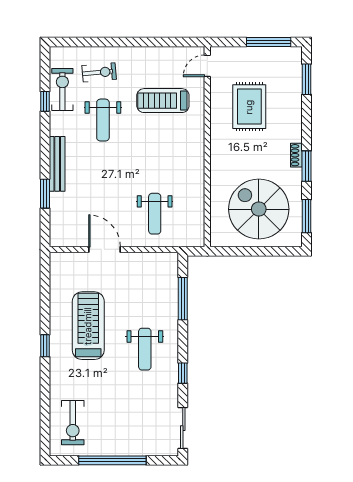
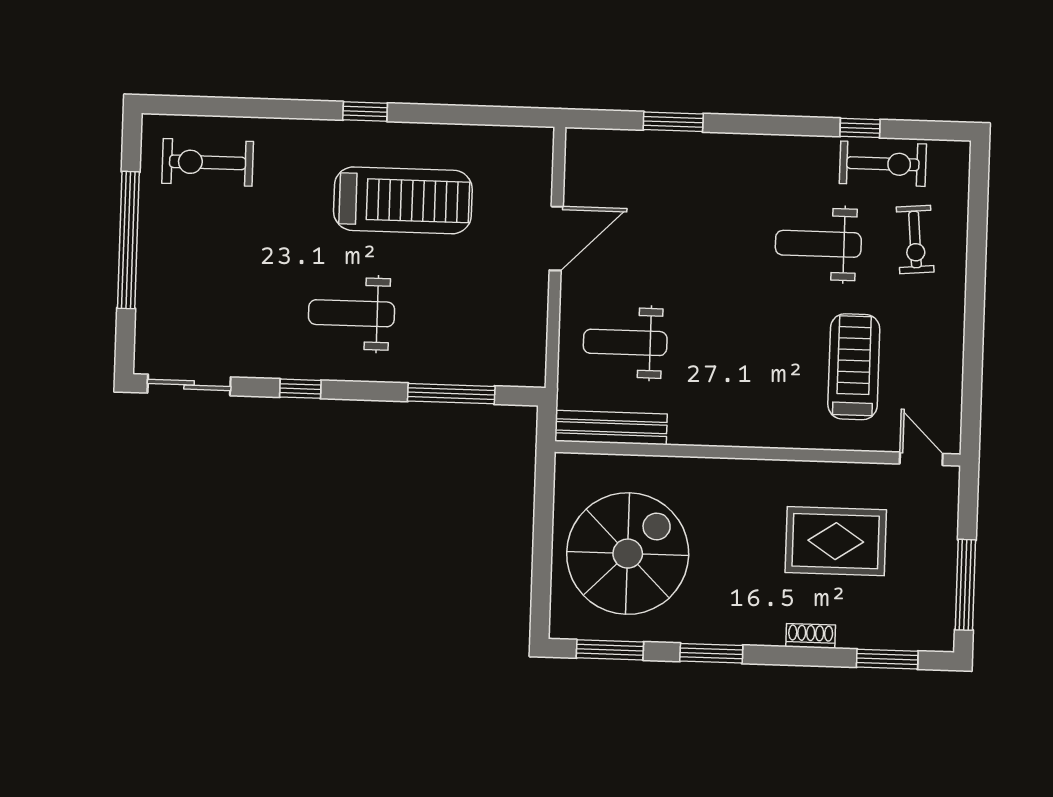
shoe rack: (296, 155) -> (811, 636), moved
bench: (57, 164) -> (611, 428), moved

